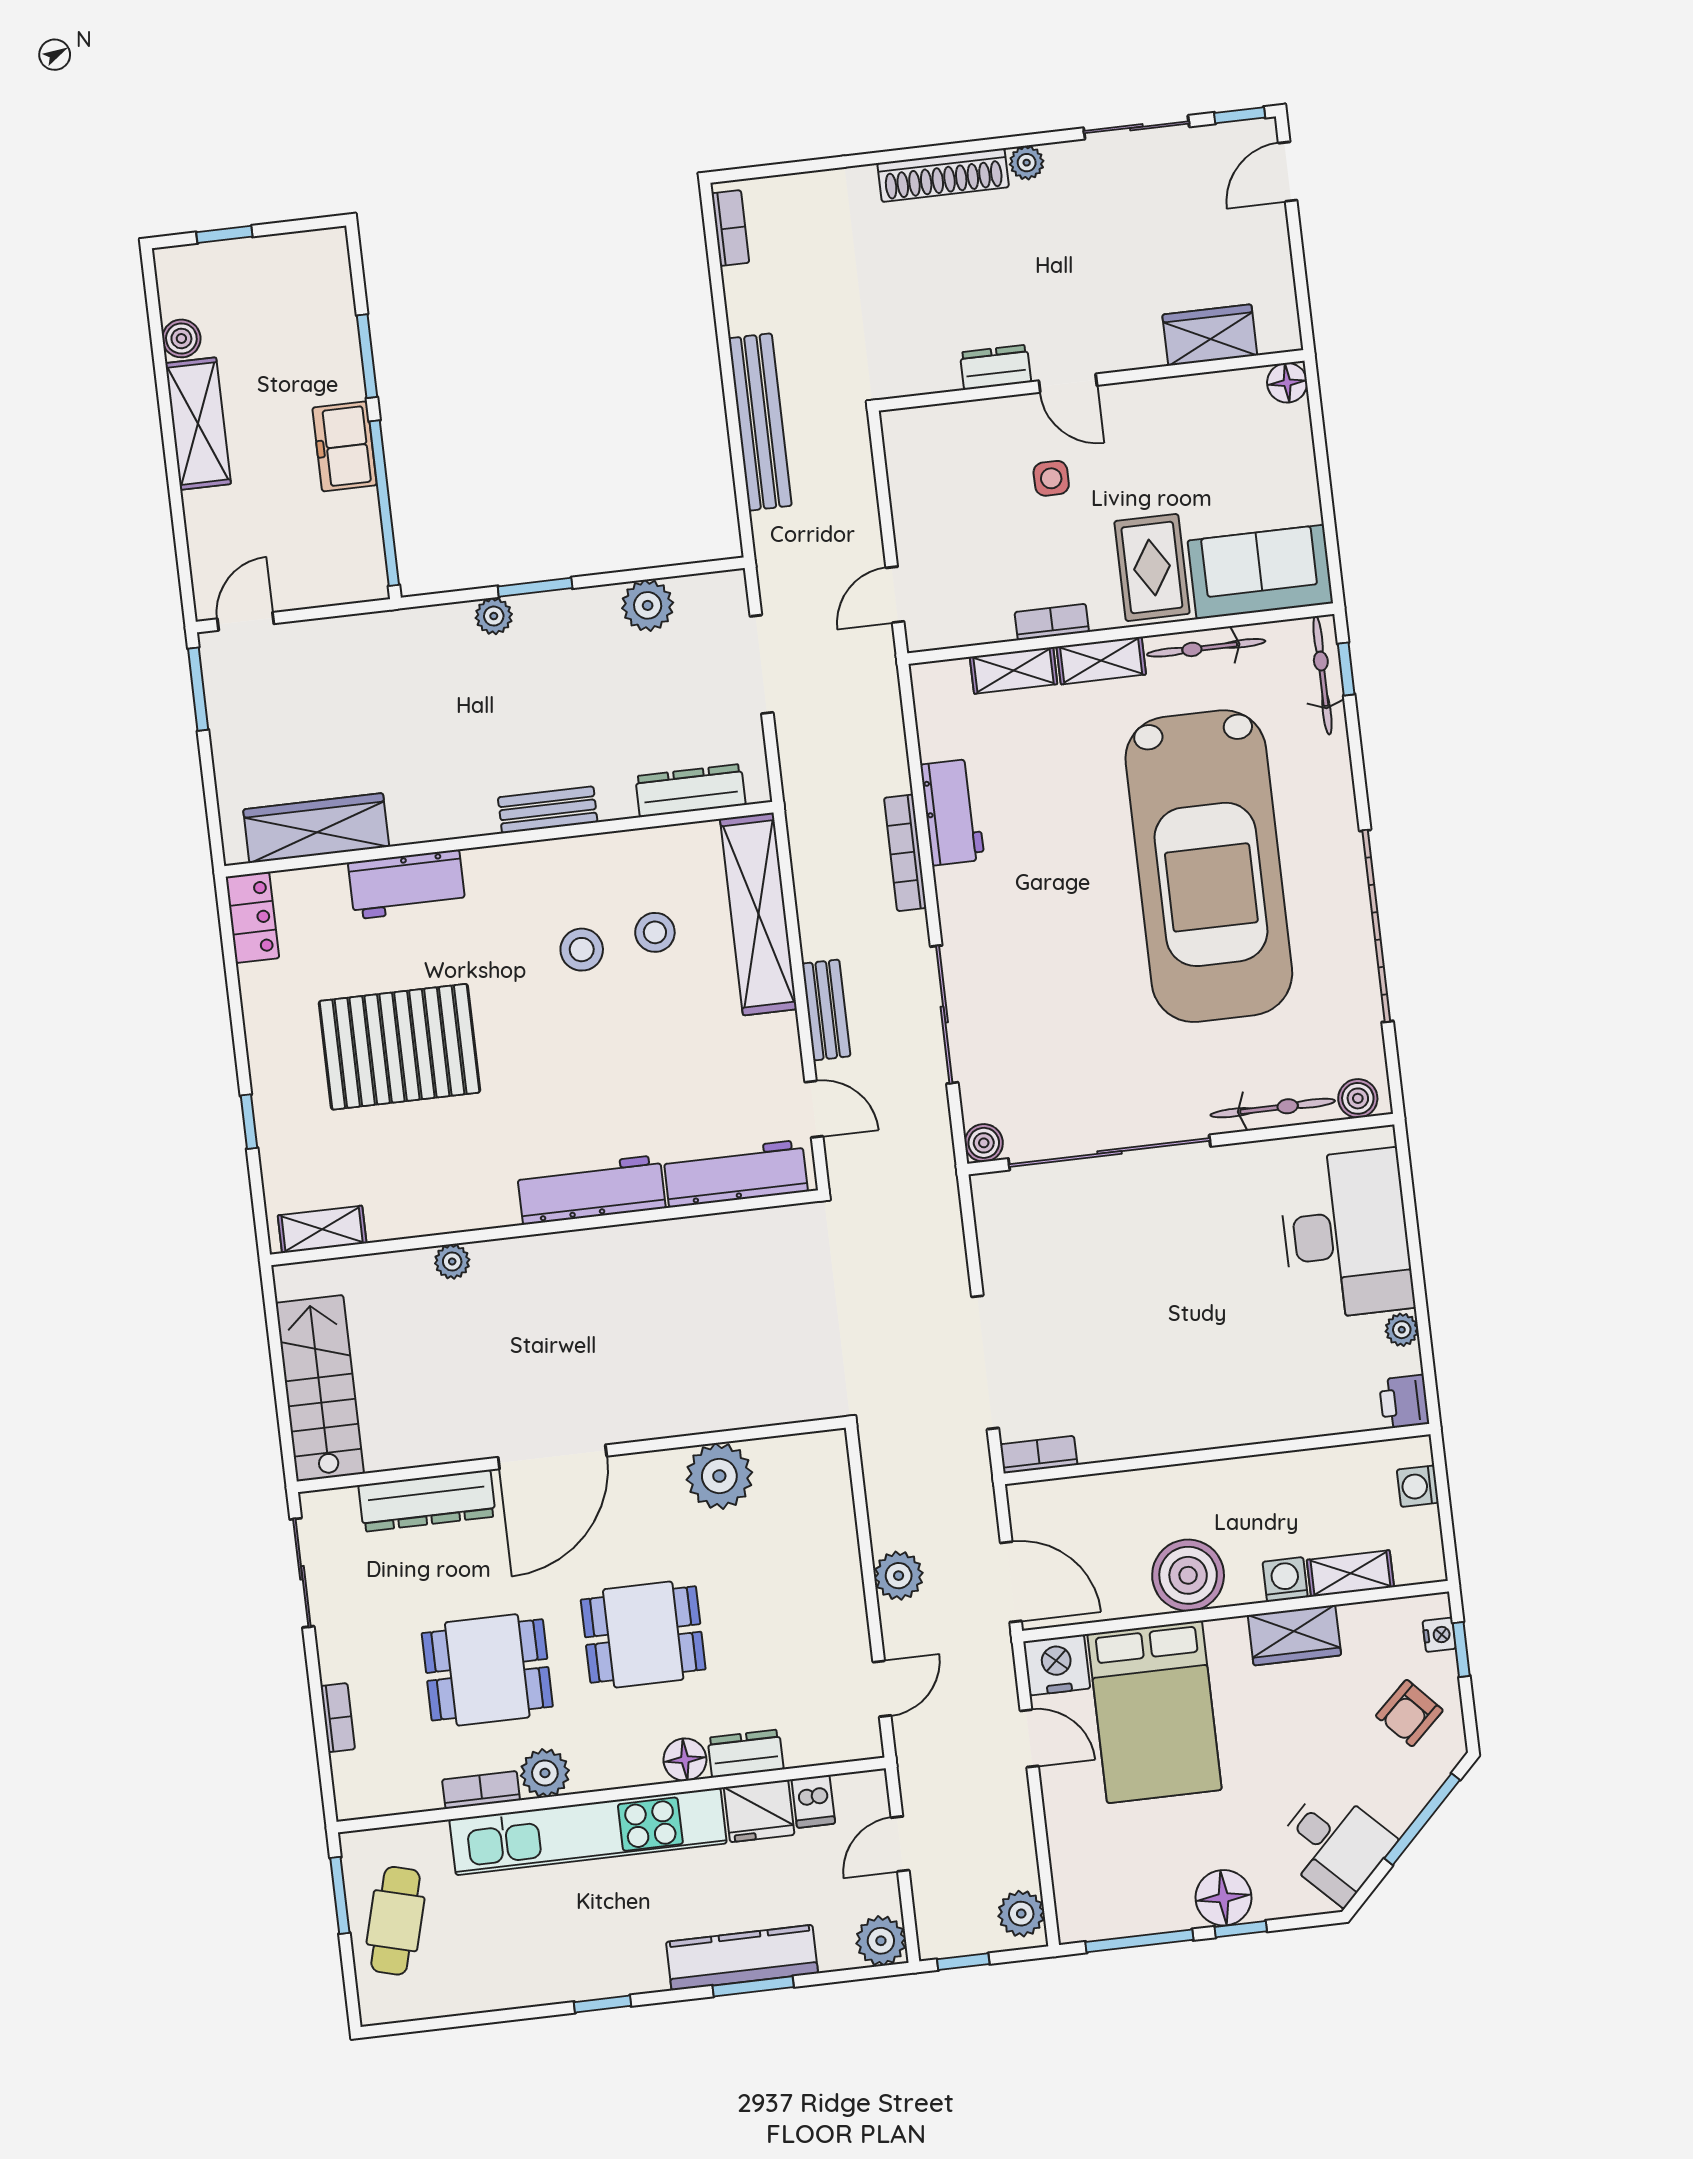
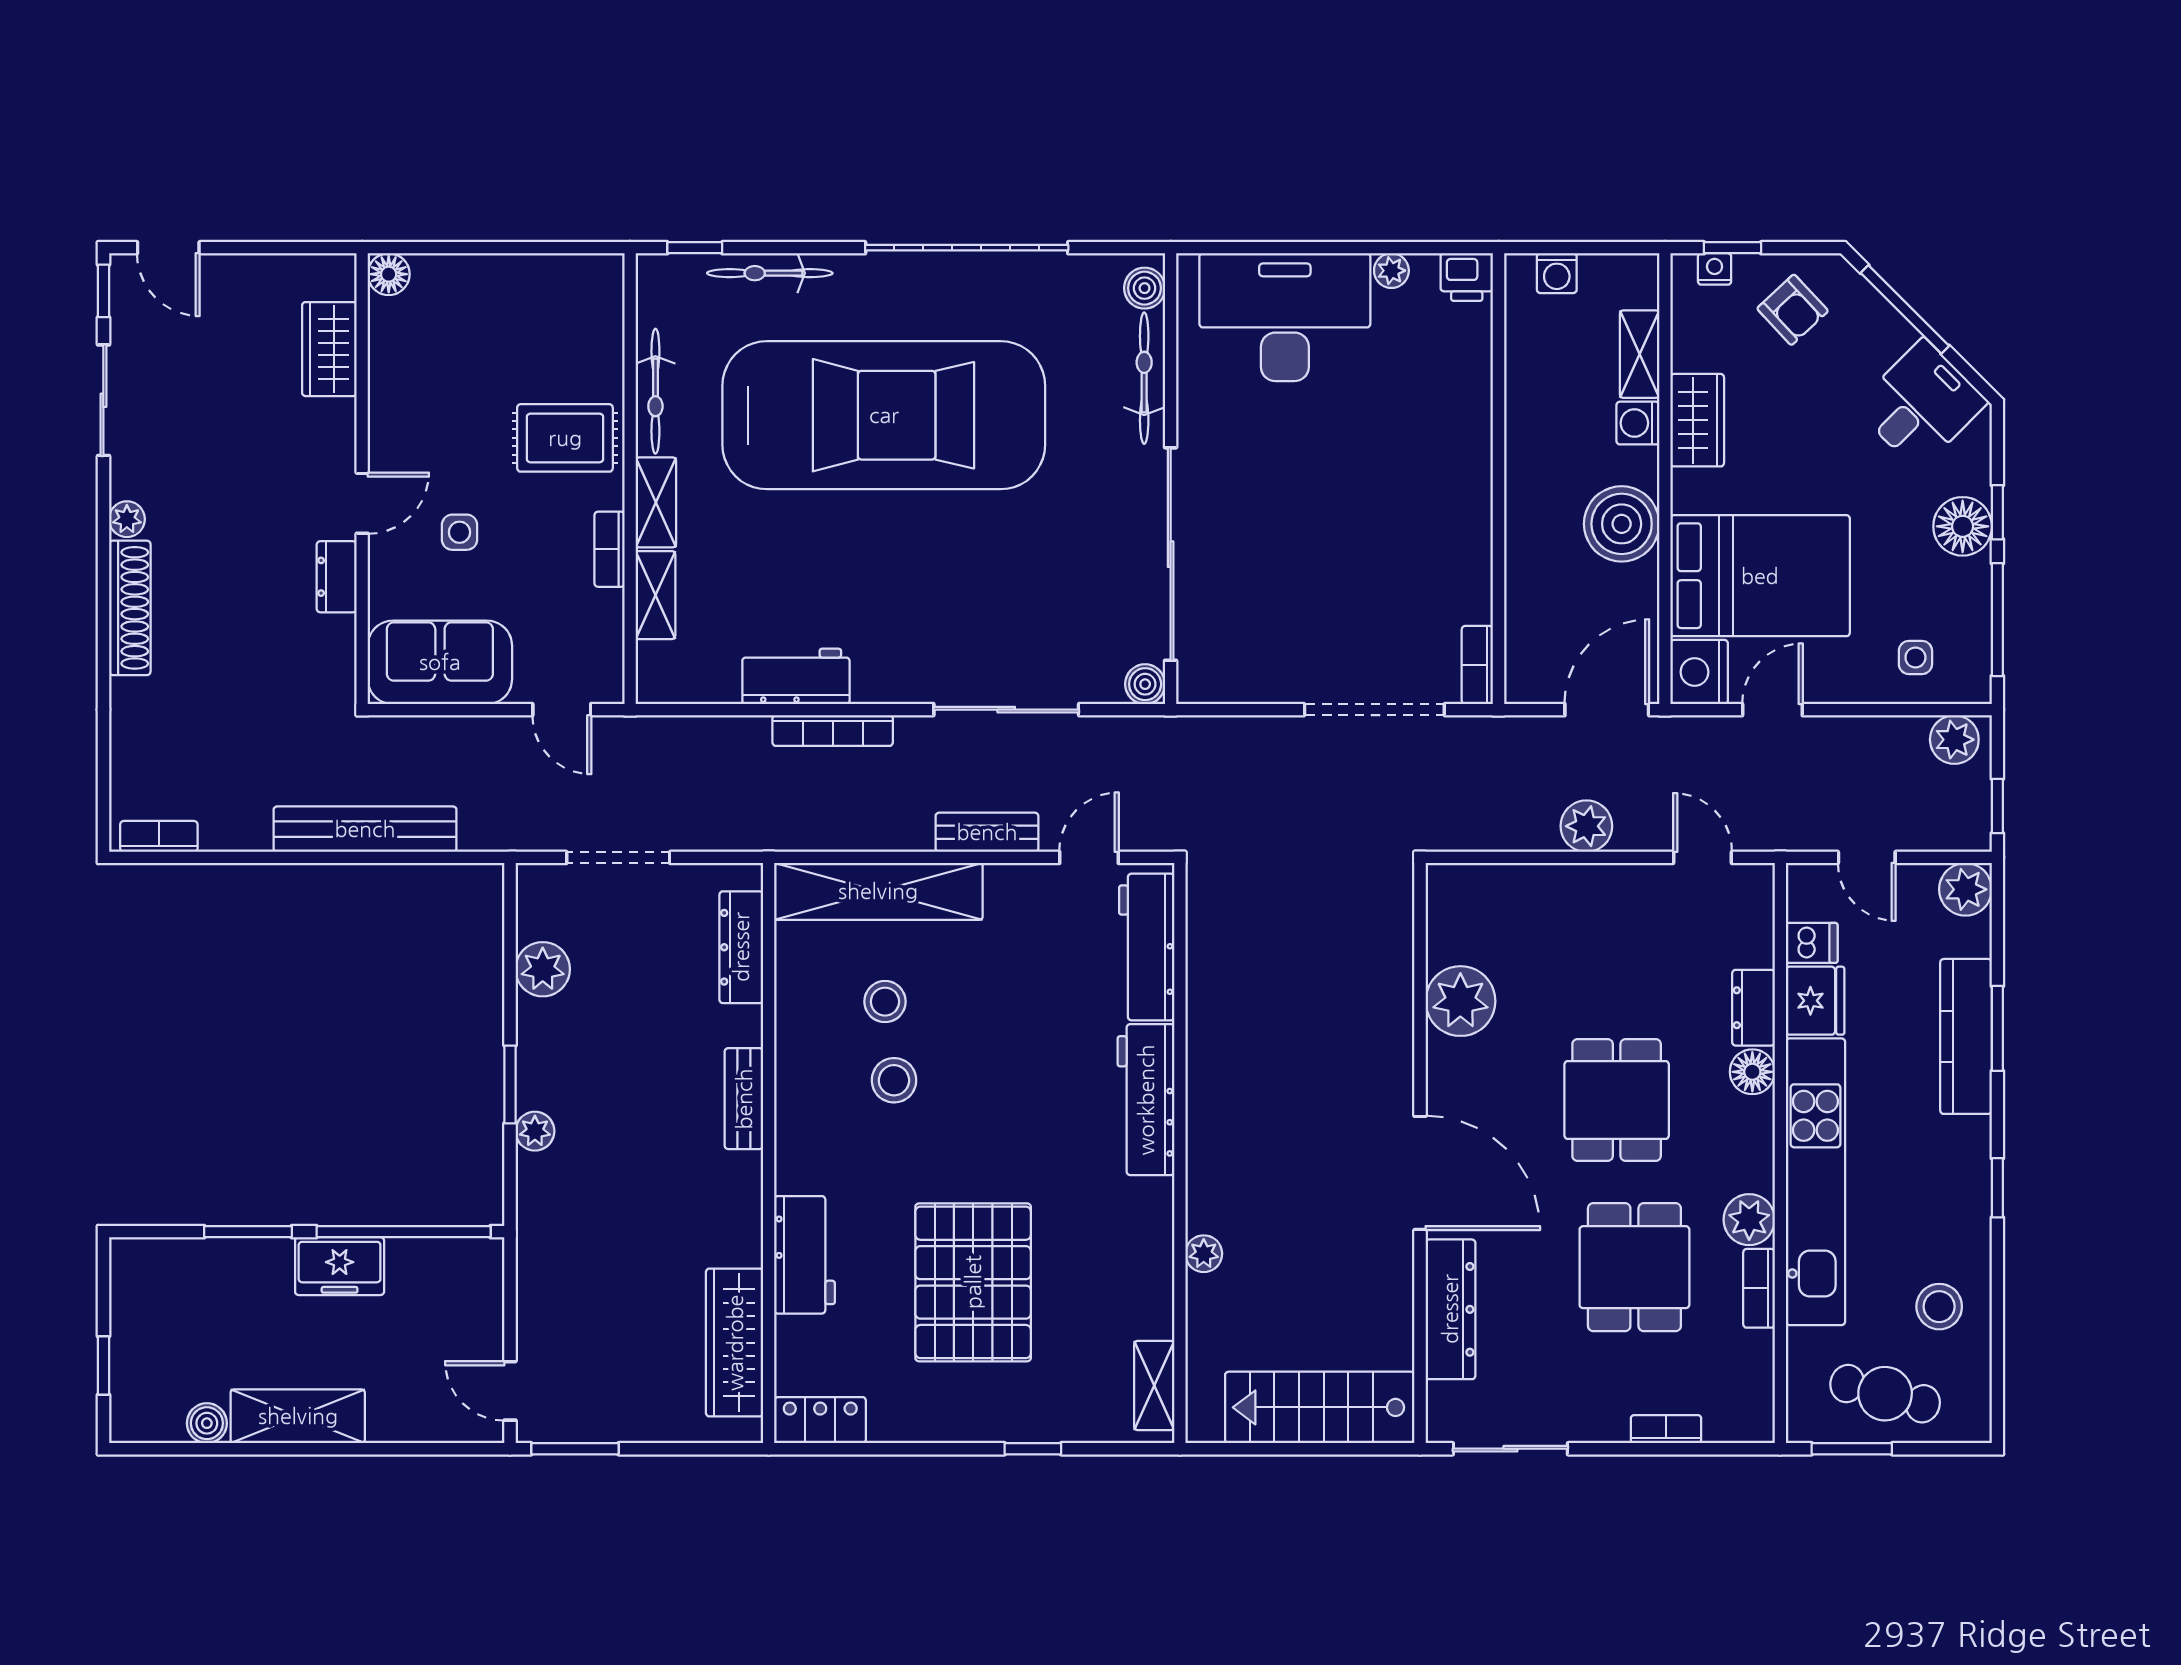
sofa: (1260, 572) -> (440, 662), moved, turned 90
bicycle: (1322, 675) -> (770, 273), moved
side table: (1094, 1868) -> (1915, 657), added
stool: (484, 1962) -> (1939, 1307), added

